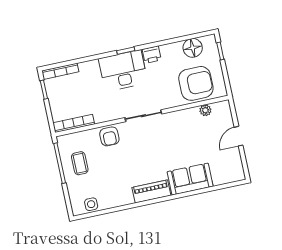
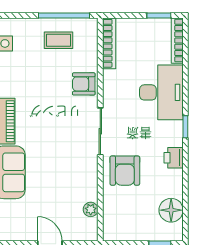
desk: (123, 71) -> (161, 92), moved
armchair: (196, 83) -> (125, 171), moved, width x0.73, depth x0.73

